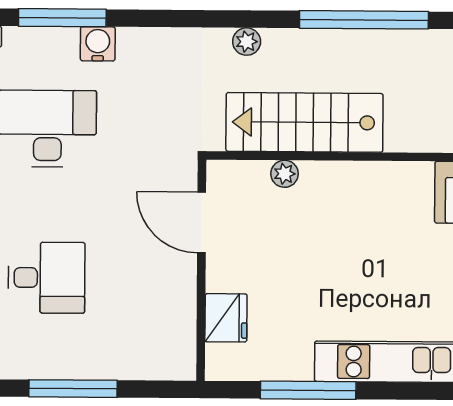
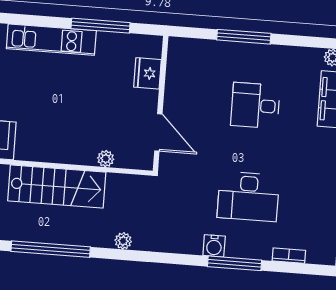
stairs: (304, 122) -> (57, 186), moved

